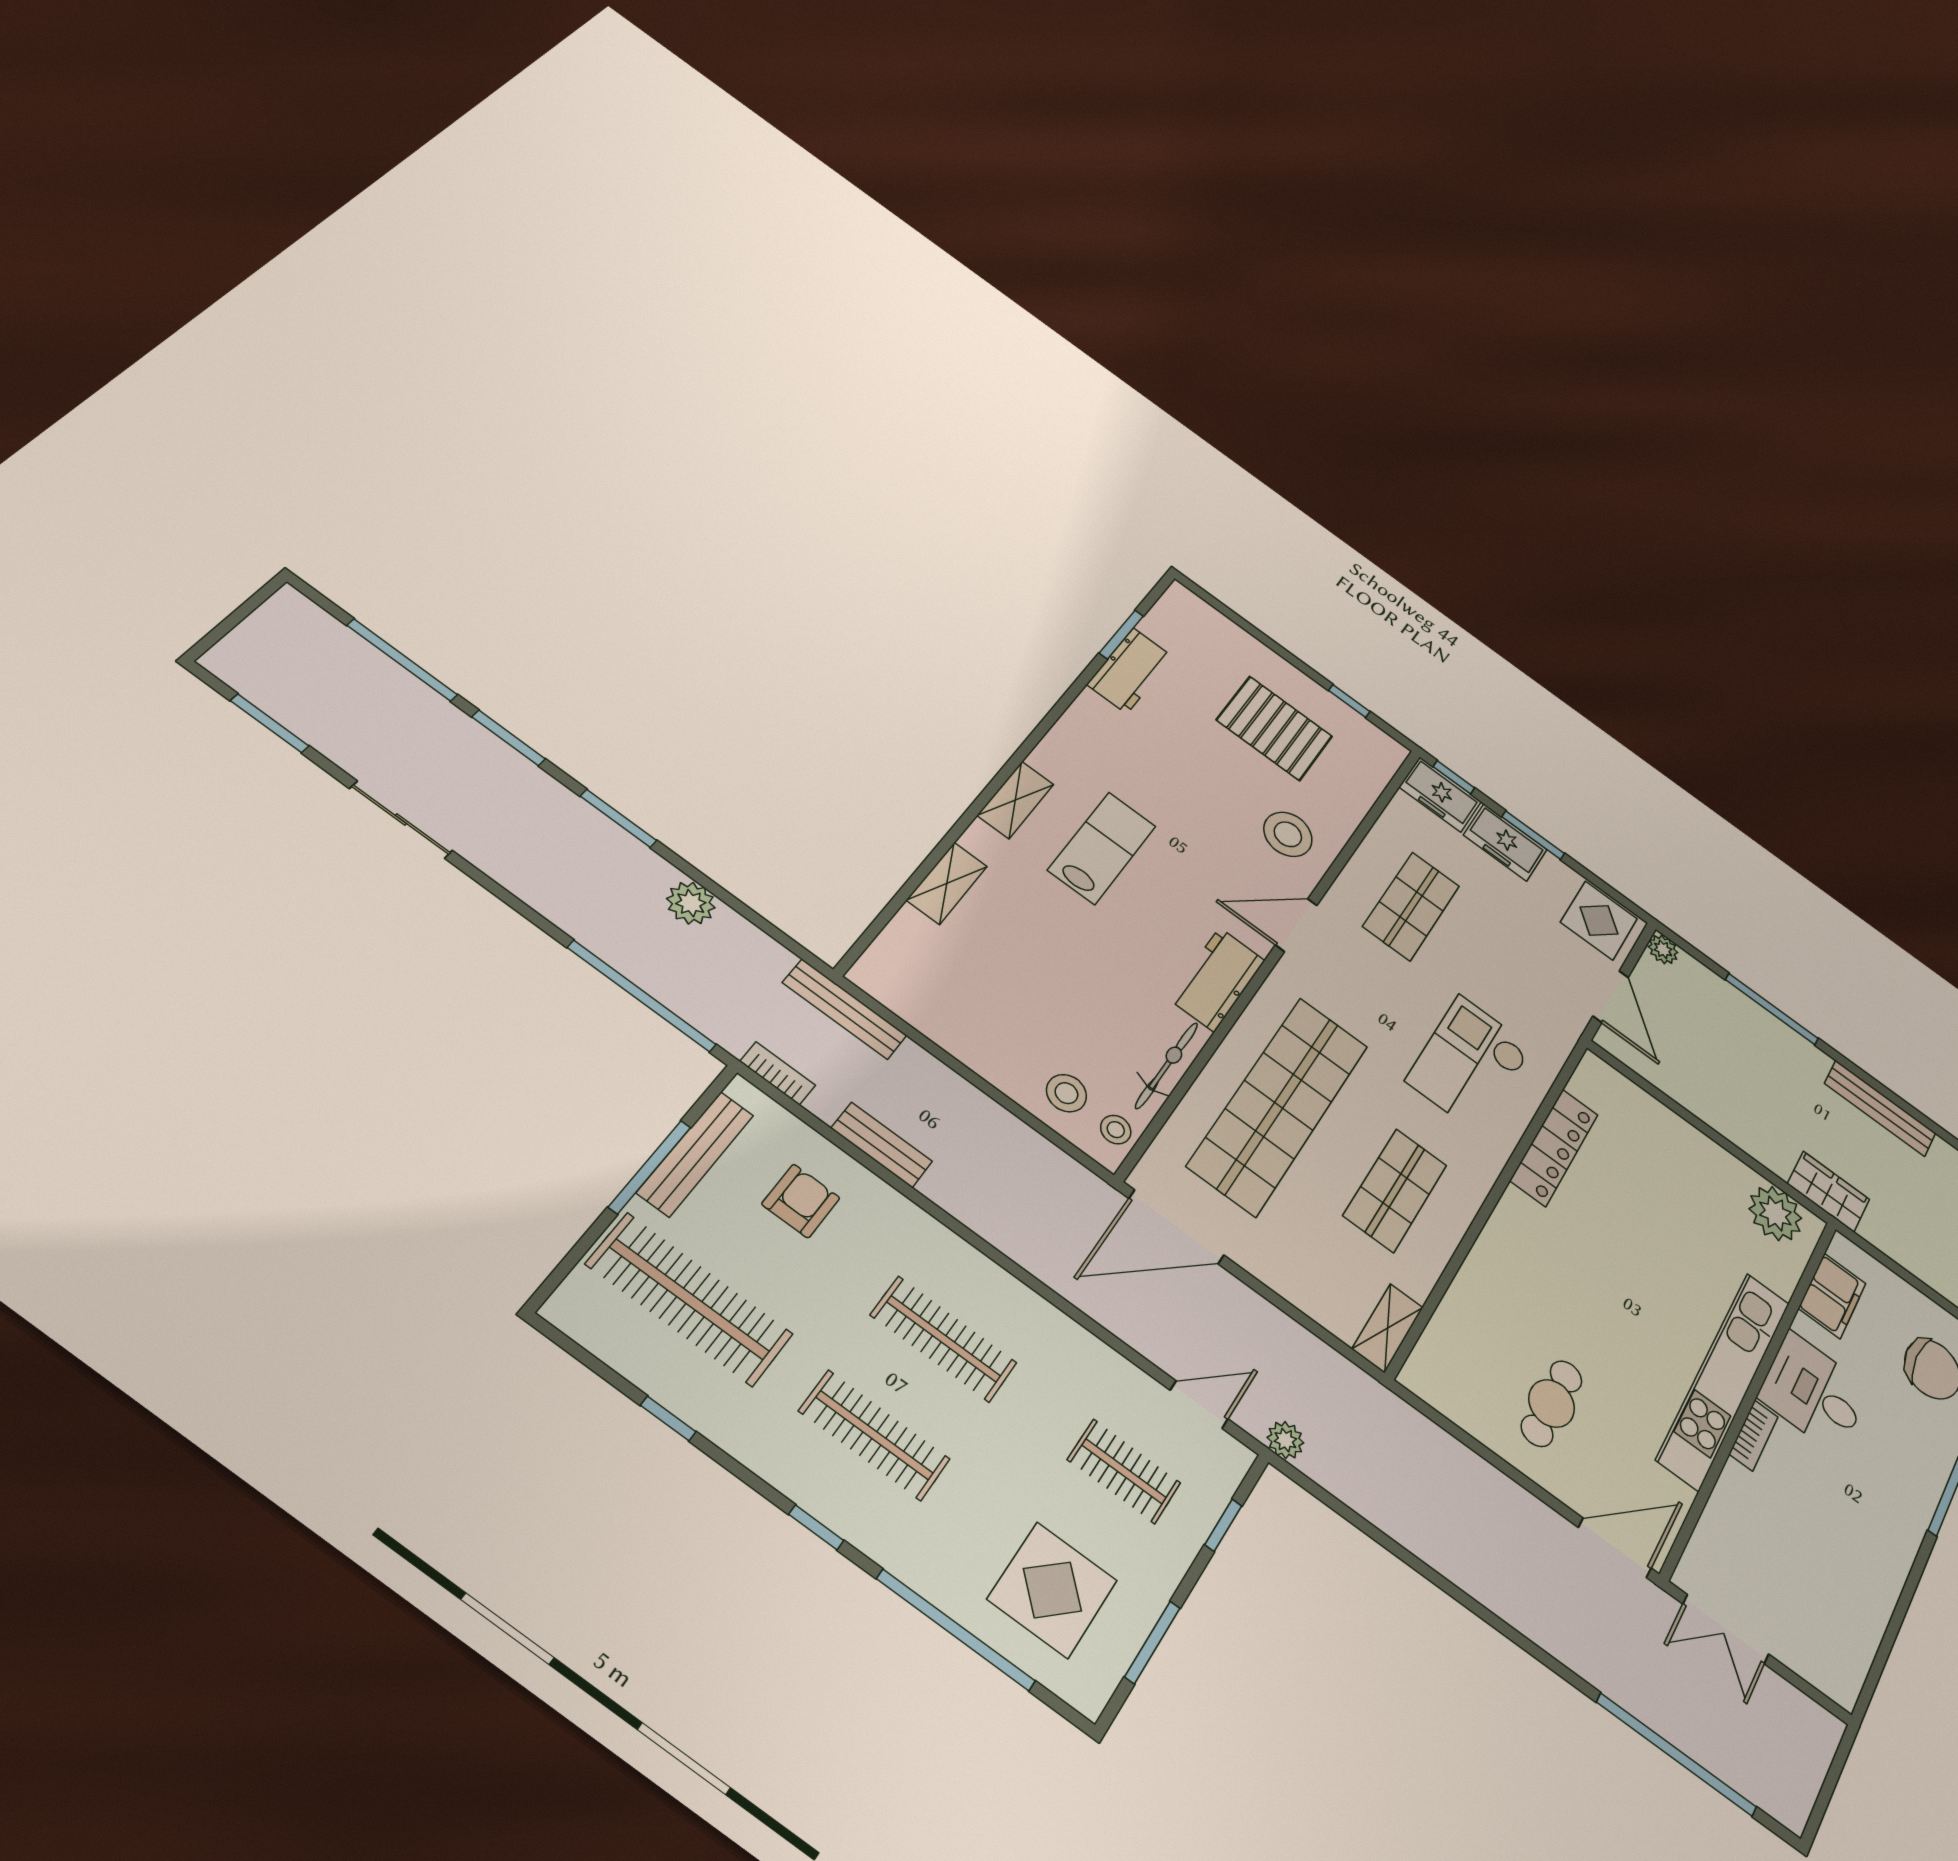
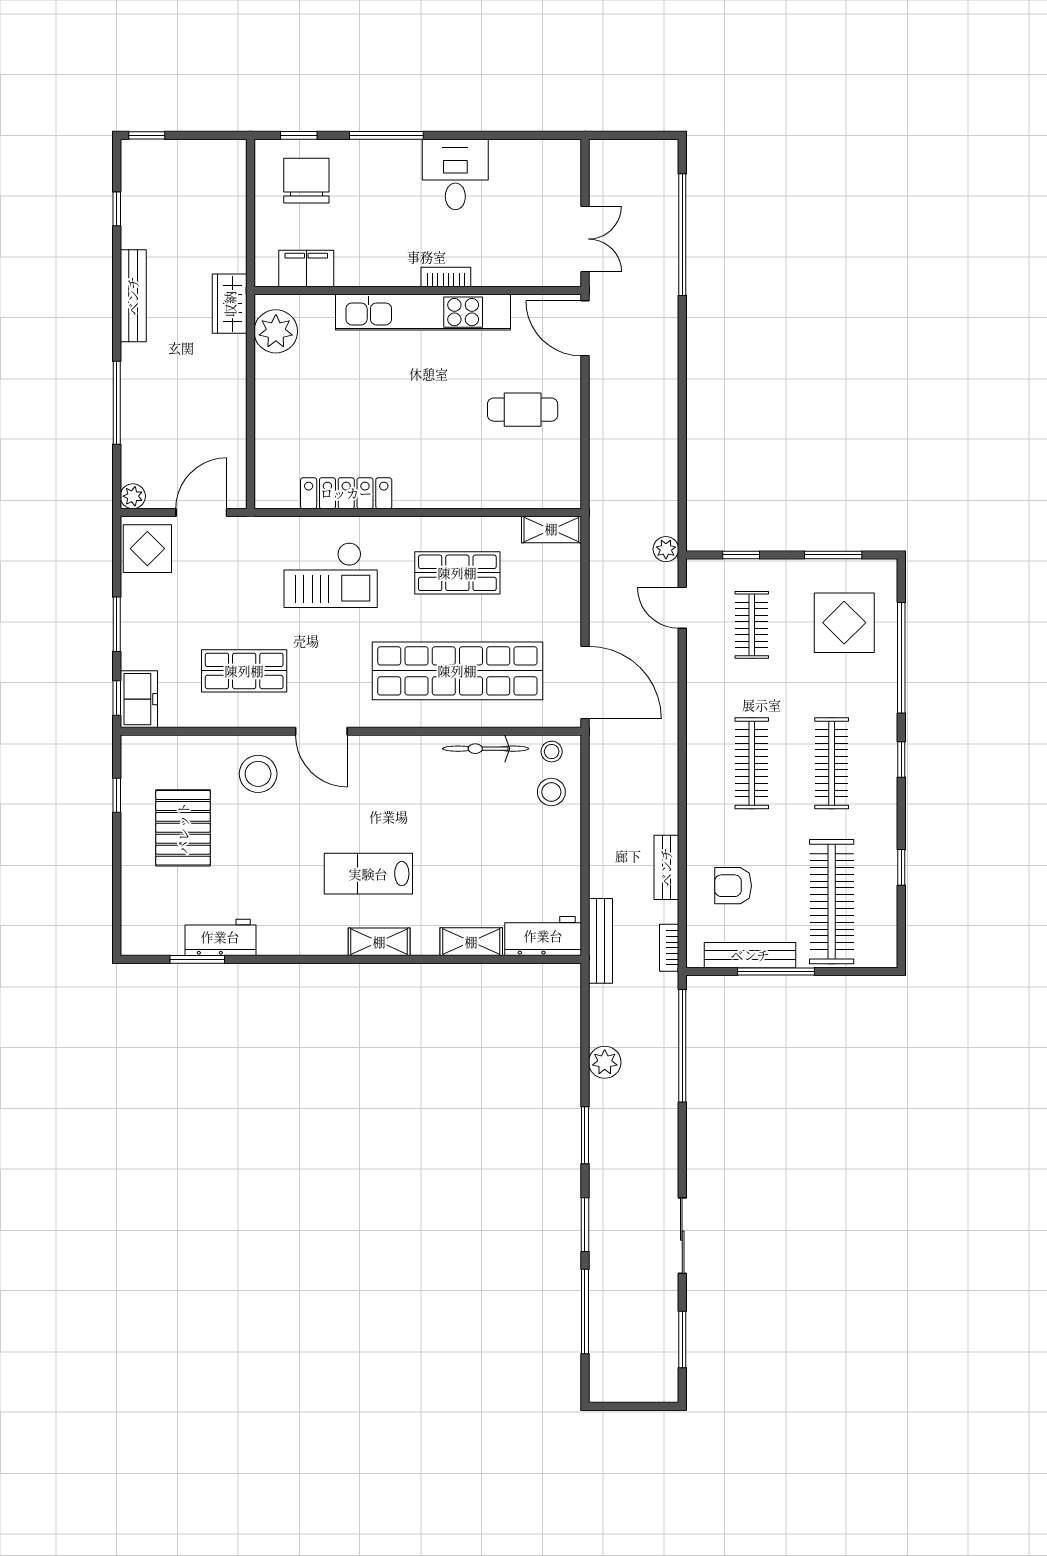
freezer: (1505, 842) -> (139, 639), removed
workbench: (1217, 979) -> (543, 936), moved, turned 180
desk: (1814, 1393) -> (455, 174), moved, turned 180

